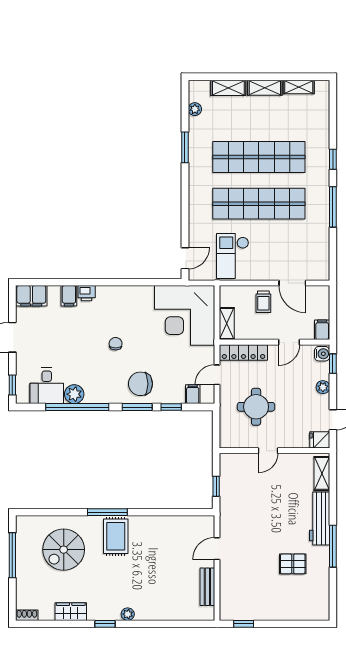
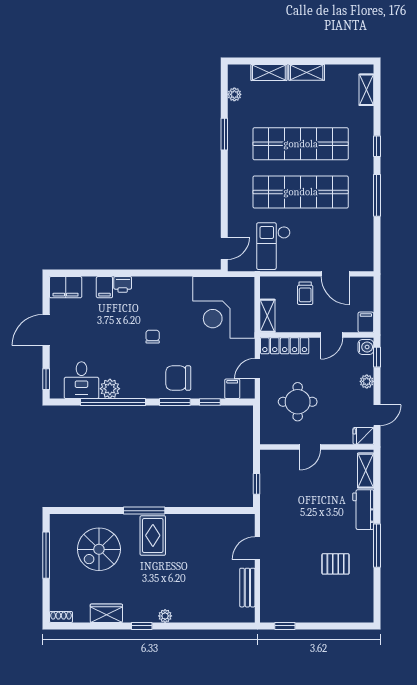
shelving: (299, 87) -> (366, 90), moved, turned 90
workbench: (320, 518) -> (363, 510), width x0.73

